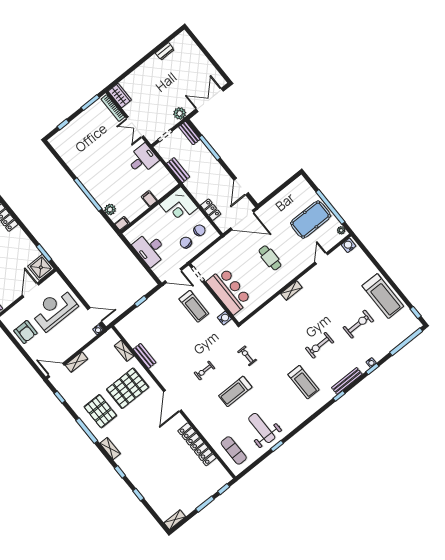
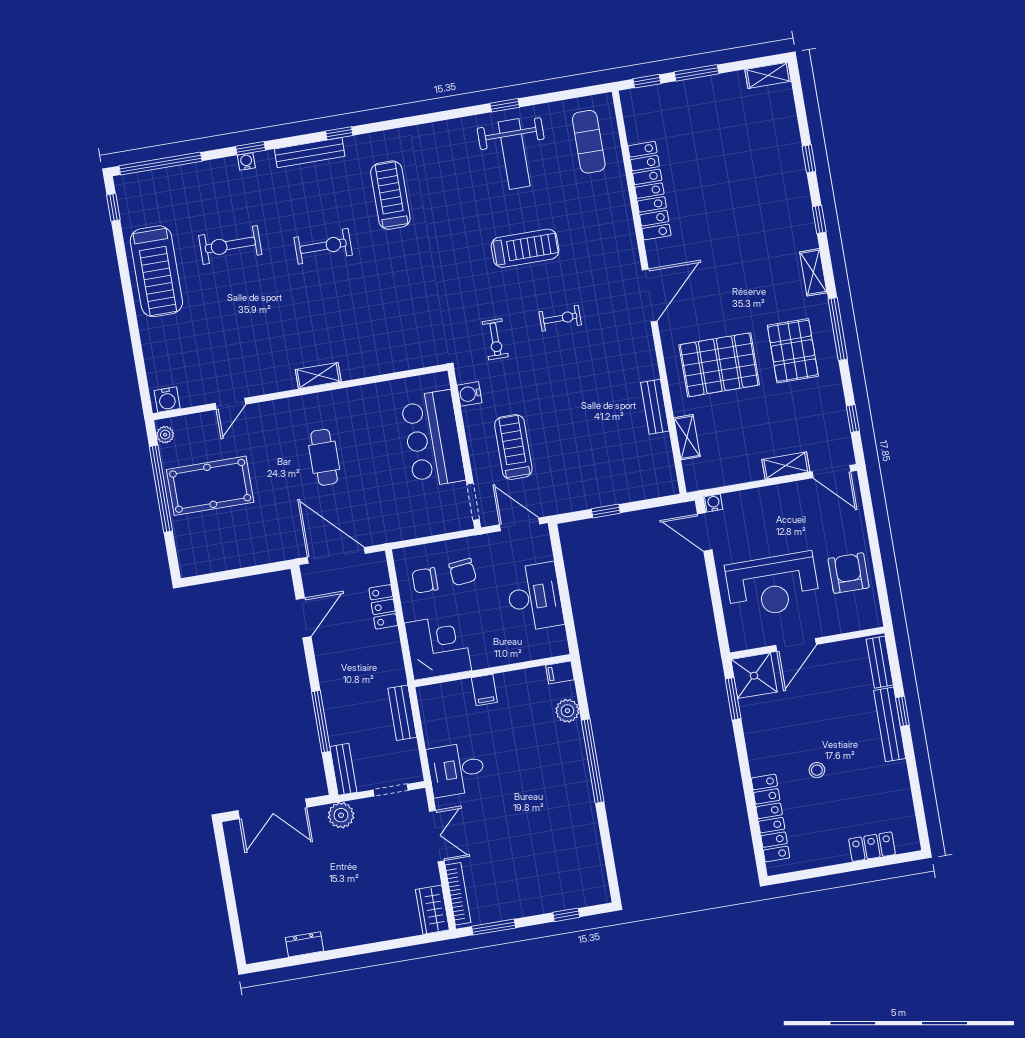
treadmill: (383, 296) -> (156, 271), turned 180
exercise bike: (247, 356) -> (495, 339), moved

